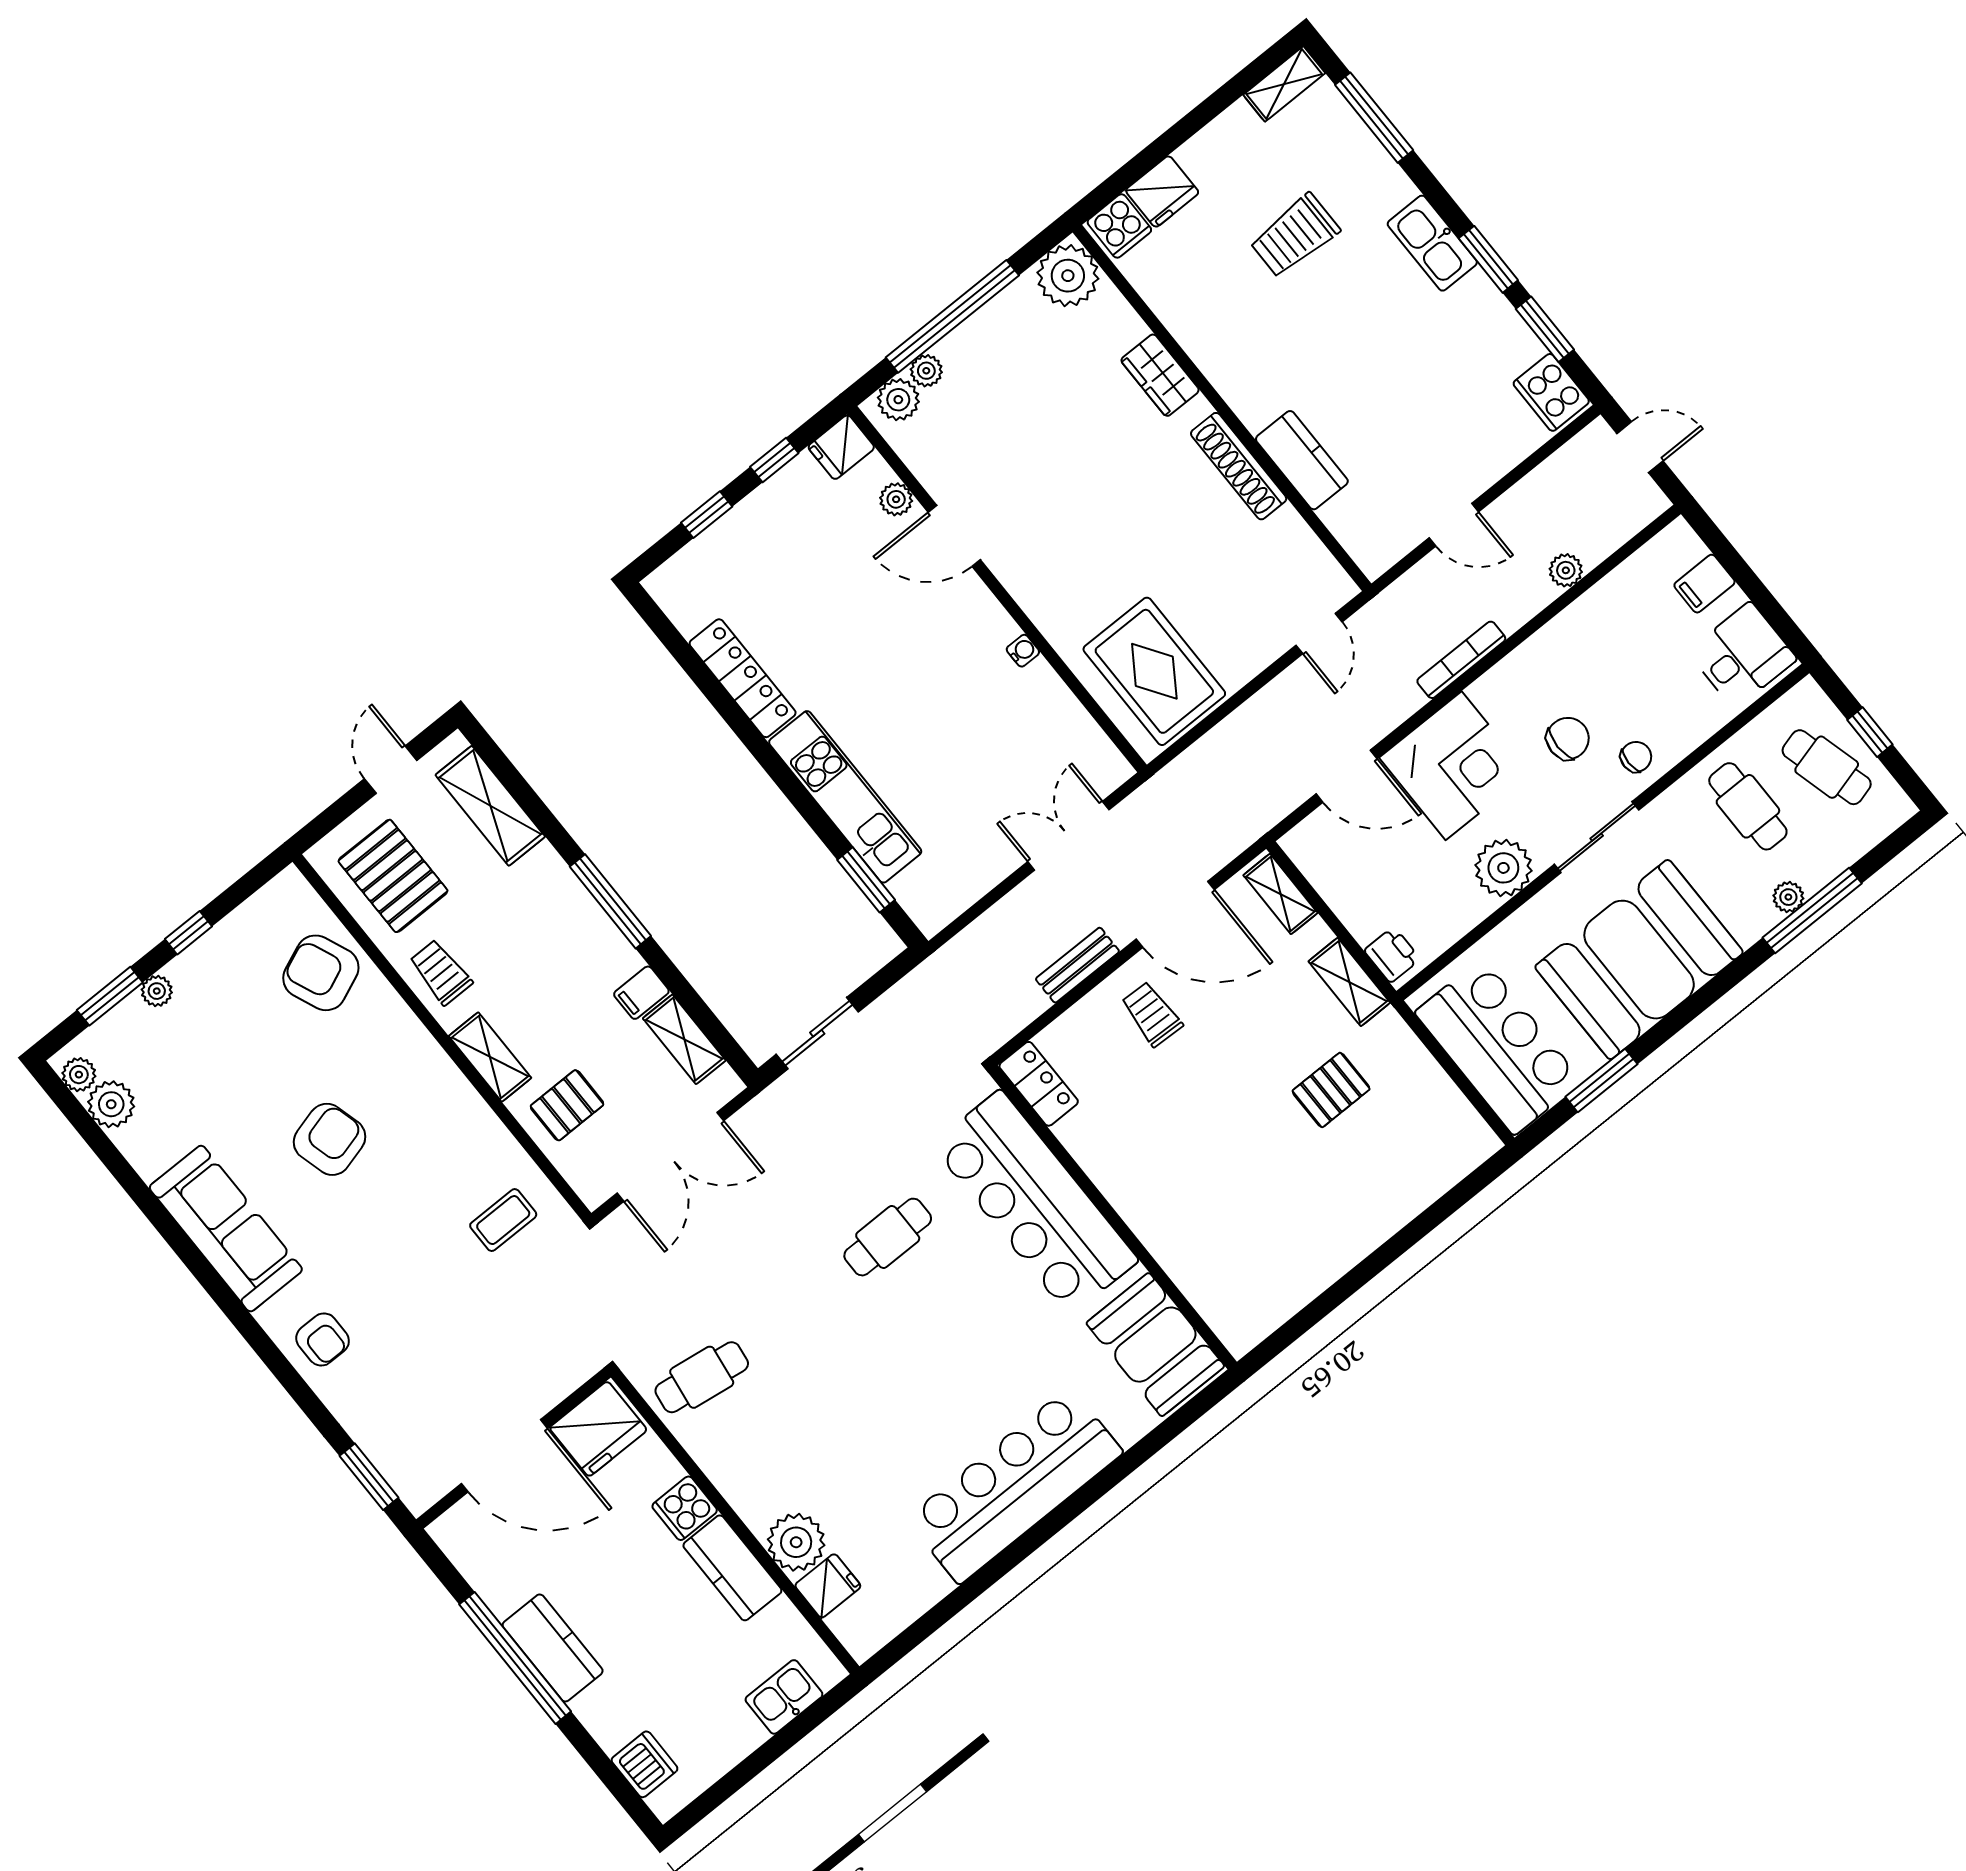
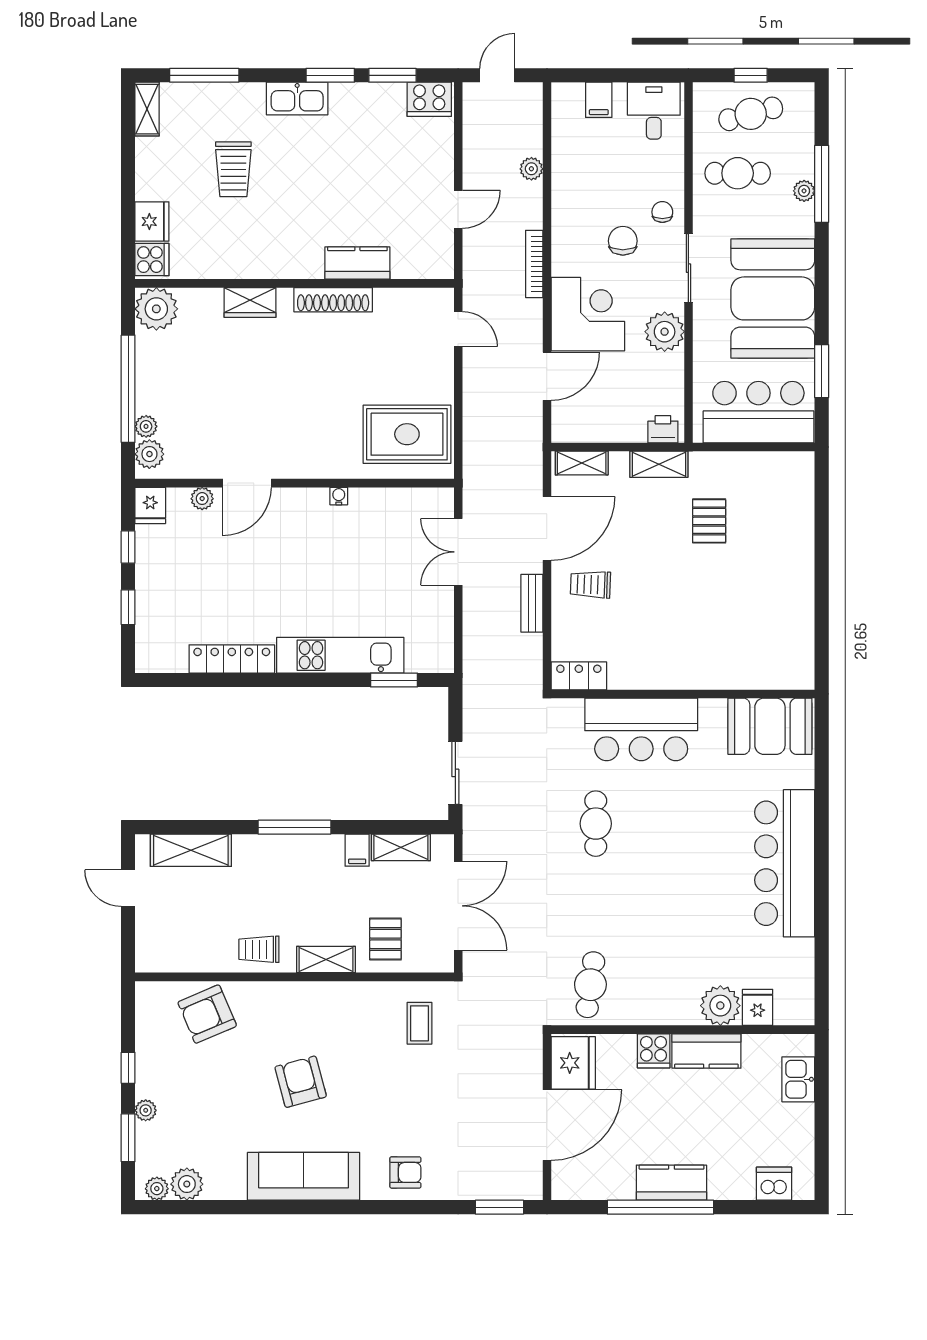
pallet: (393, 876) -> (186, 933), removed
bar counter: (1035, 1203) -> (641, 729), width x0.73

